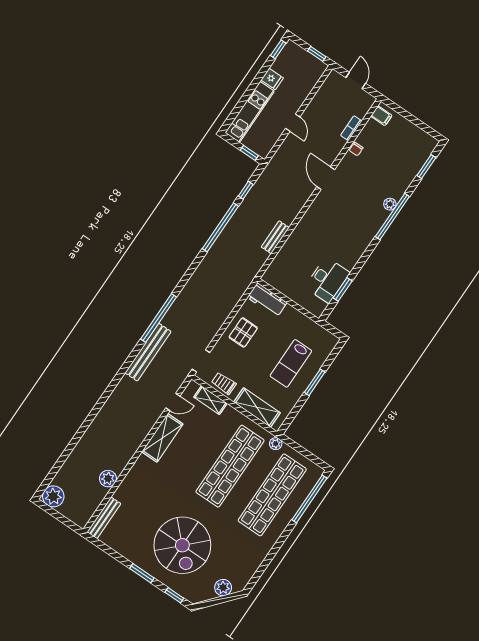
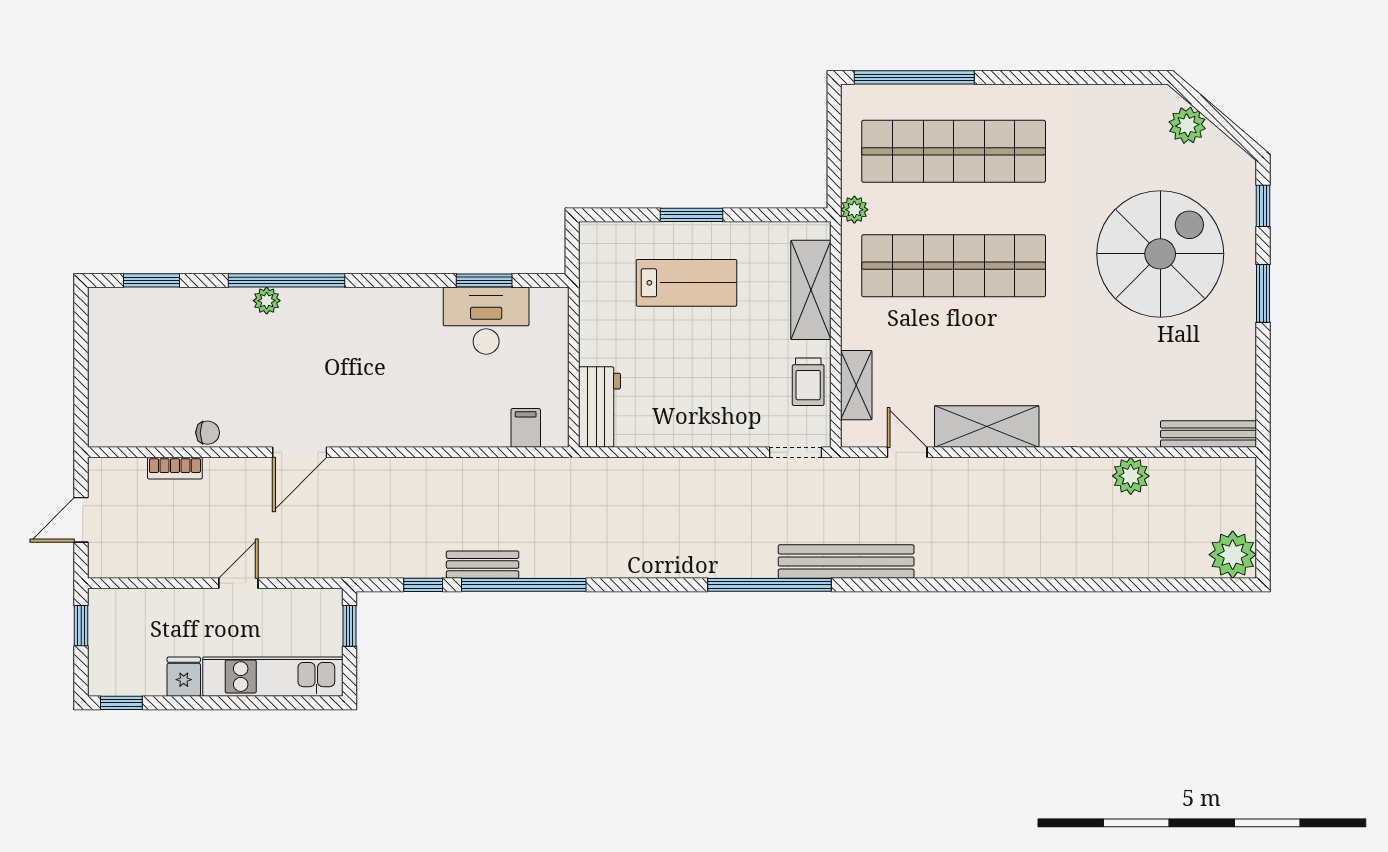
filing cabinet: (381, 116) -> (526, 428), moved
bench: (275, 237) -> (483, 565), moved
pallet: (243, 332) -> (690, 410), removed

